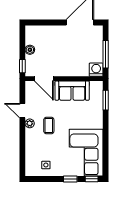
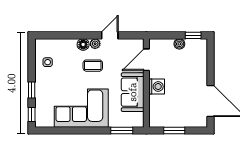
window: (106, 54) -> (174, 130), width x0.69
window: (22, 66) -> (193, 35), moved
washing machine: (96, 70) -> (157, 87), moved
floor lamp: (30, 134) -> (83, 44), added
corner sofa: (86, 153) -> (81, 108), moved

